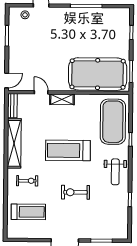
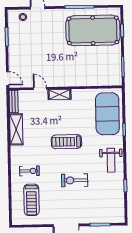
pool table: (98, 74) -> (93, 30), moved
door: (7, 80) -> (8, 78), hinge flipped
shelving: (14, 143) -> (16, 129), width x0.68
treadmill: (68, 150) -> (66, 142), width x0.73, depth x0.73
treadmill: (28, 212) -> (31, 200), turned 90

